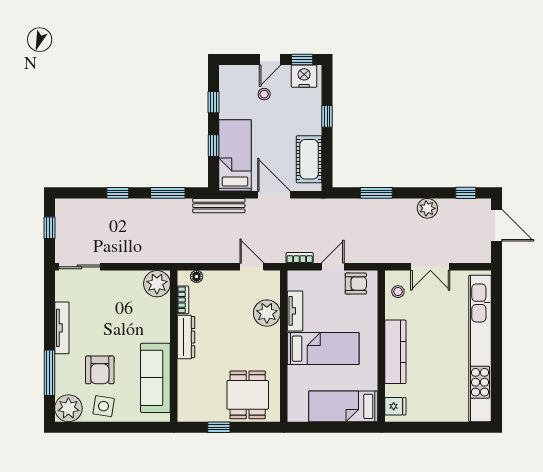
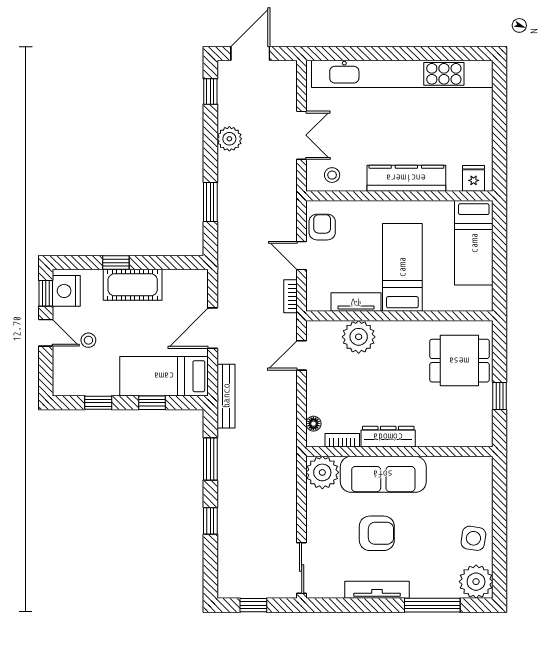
cot: (309, 159) -> (133, 285), moved
armchair: (100, 370) -> (377, 533), moved
sofa: (155, 378) -> (383, 474), moved

